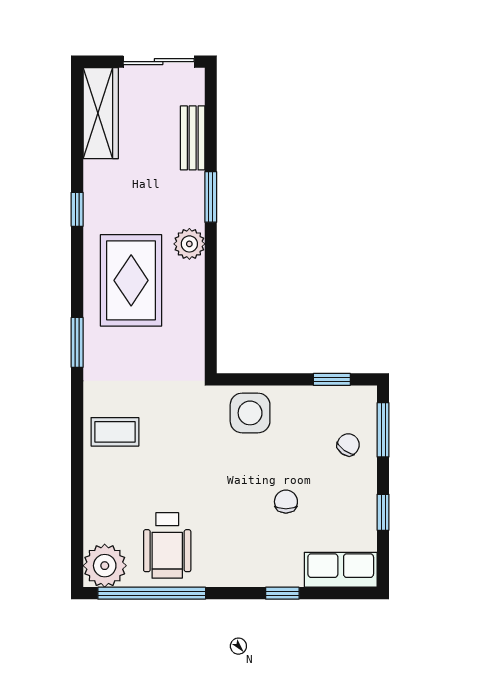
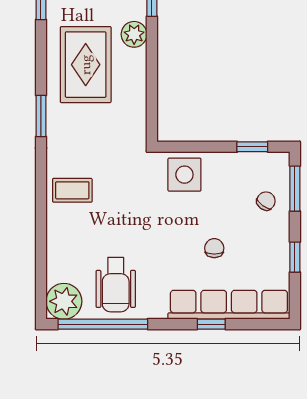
row of seats: (341, 570) -> (229, 305), width x2.02

